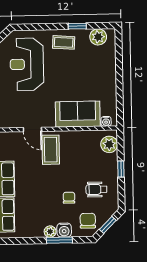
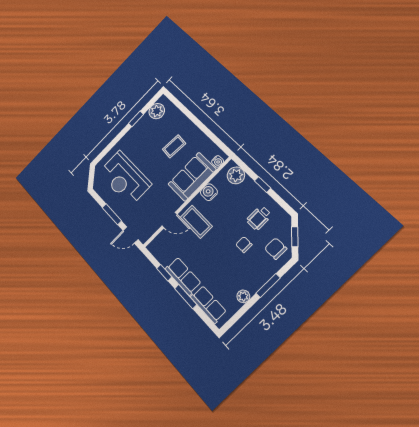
coffee table: (64, 42) -> (174, 146), moved
water cooler: (64, 230) -> (209, 192), moved, turned 180
plant: (50, 232) -> (243, 296), moved

